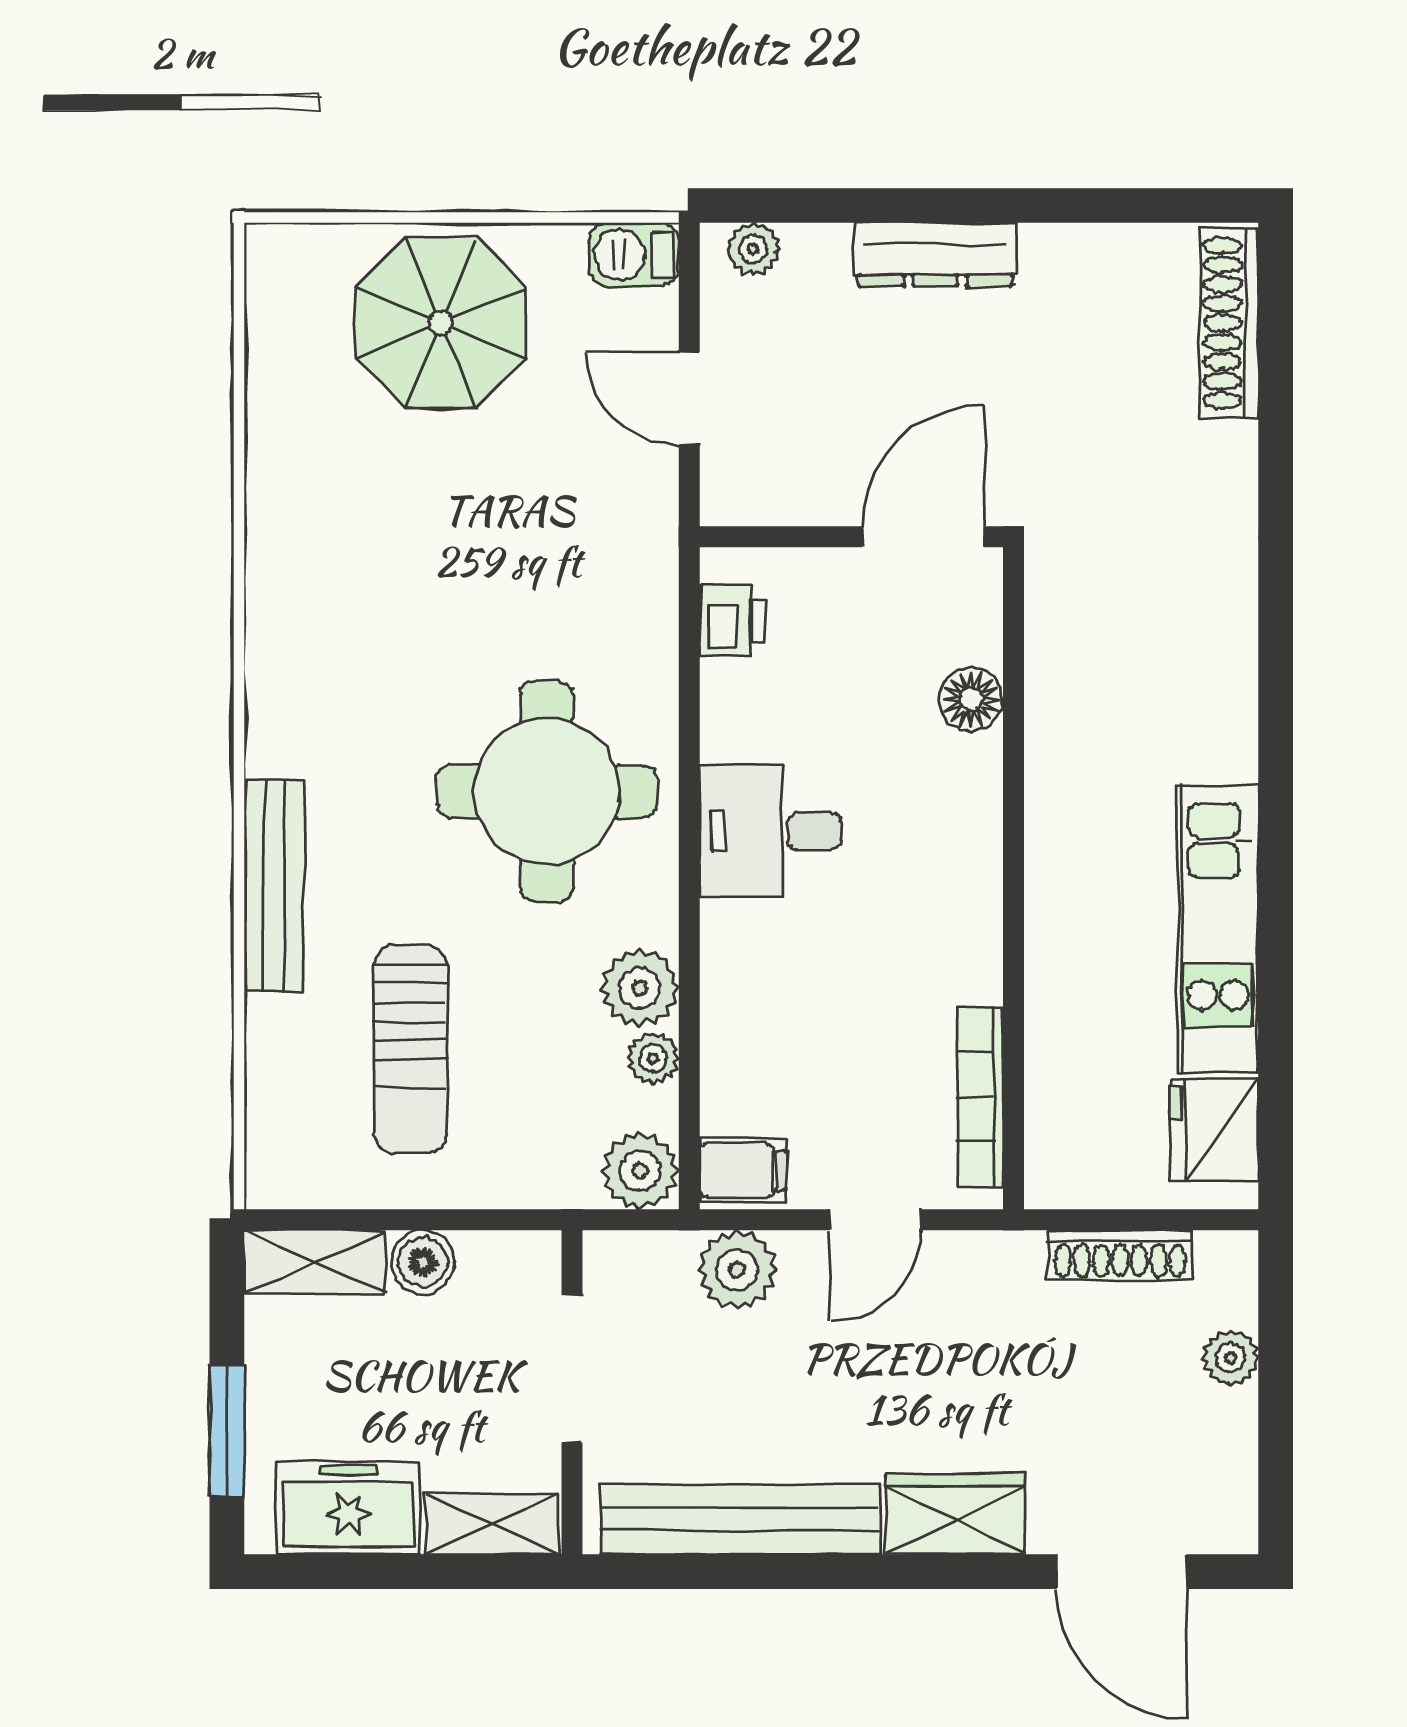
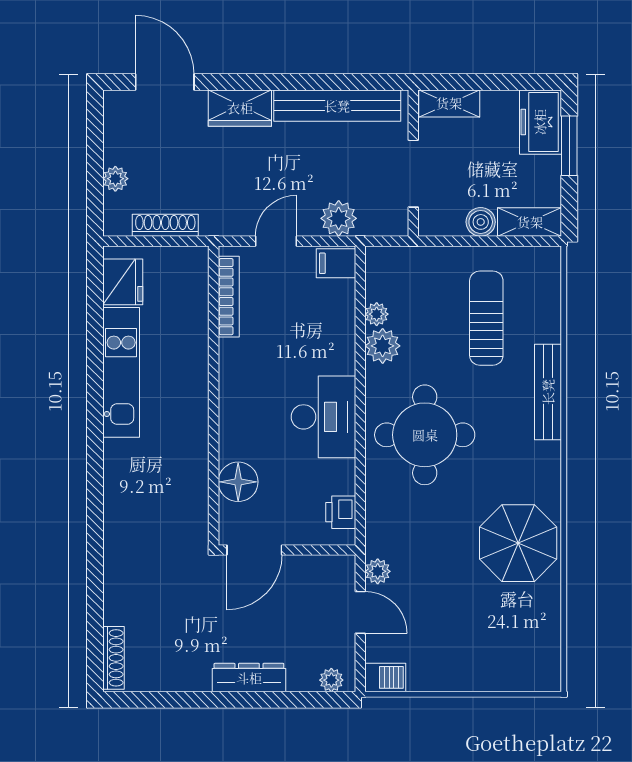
parasol: (441, 323) -> (518, 543), moved
shoe rack: (1229, 323) -> (113, 658), width x0.74, depth x0.81
floor lamp: (971, 699) -> (238, 482), width x1.38, depth x1.38
desk: (771, 831) -> (323, 417), width x1.37
plant: (640, 1171) -> (378, 571), moved, width x0.73, depth x0.73
freezer: (348, 1508) -> (540, 122), moved, turned 90

